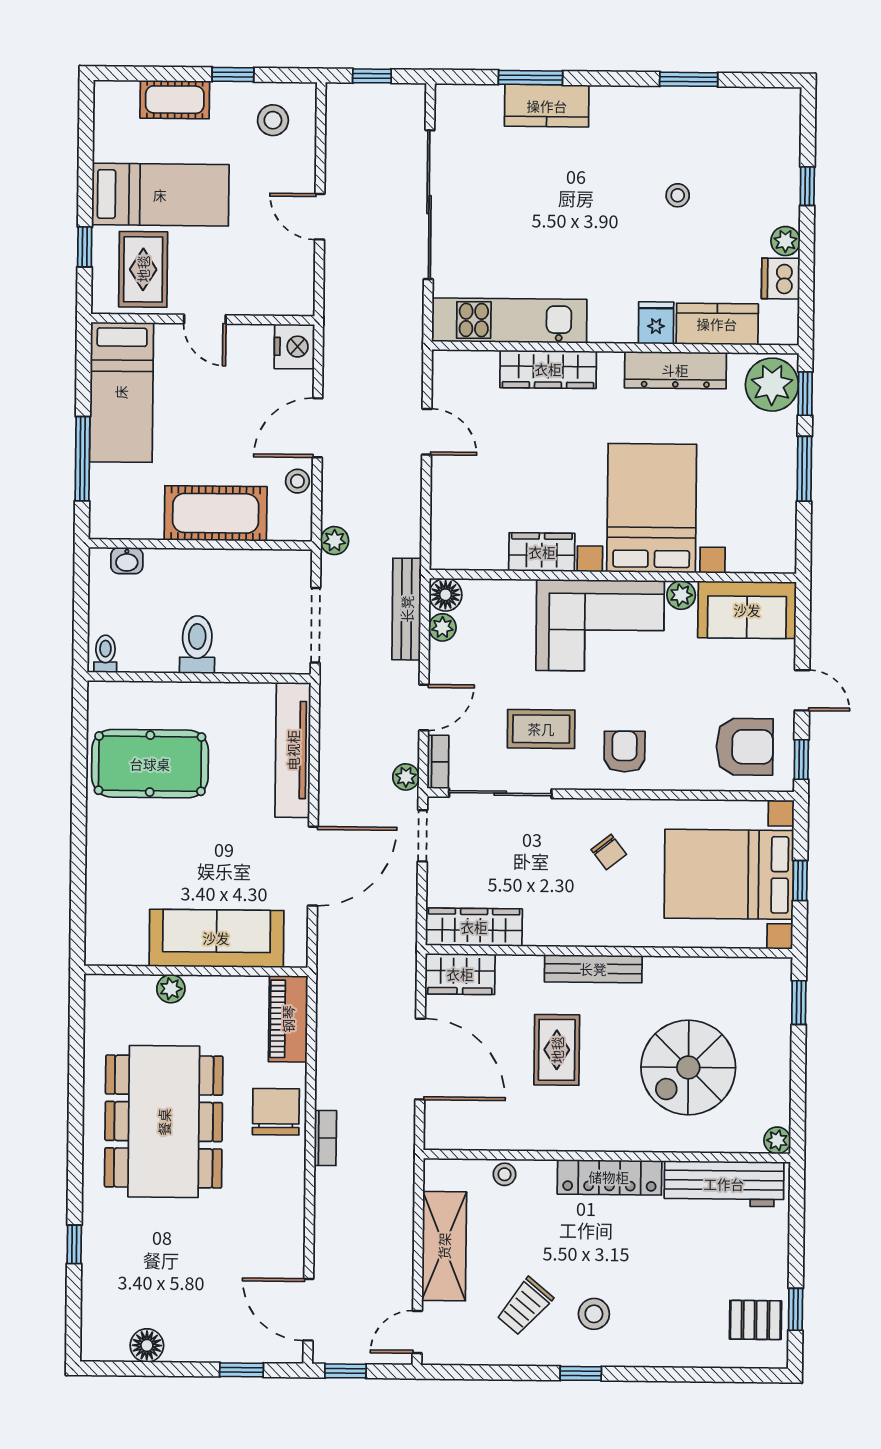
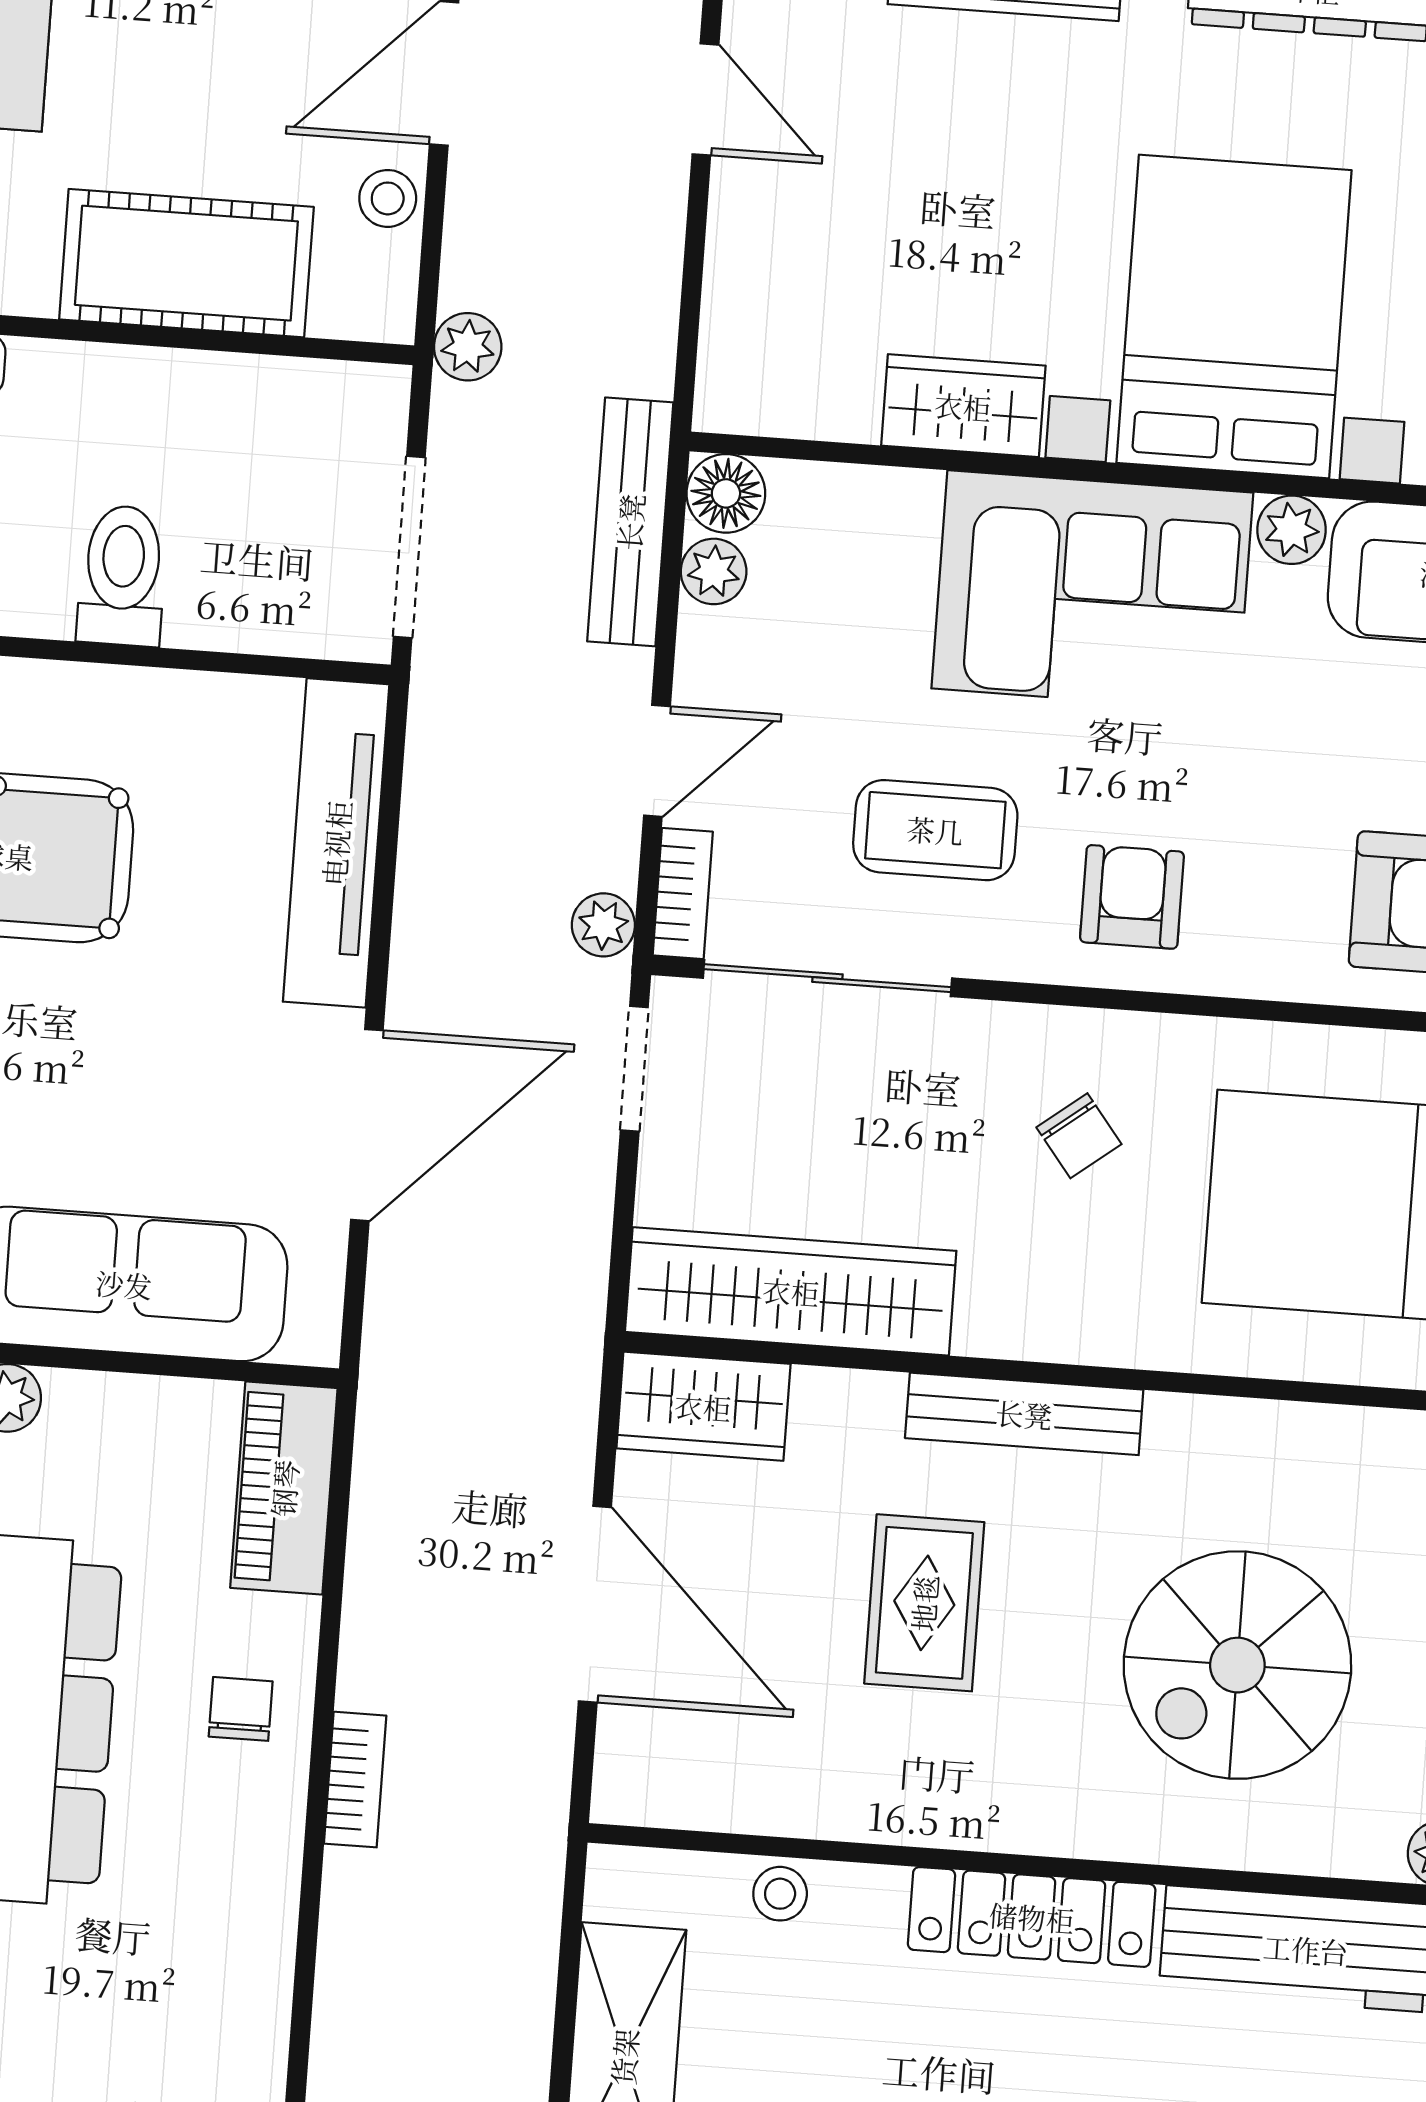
wardrobe: (474, 927) -> (791, 1291), width x1.40, depth x1.17
chair: (276, 1112) -> (241, 1709), width x0.54, depth x0.54

